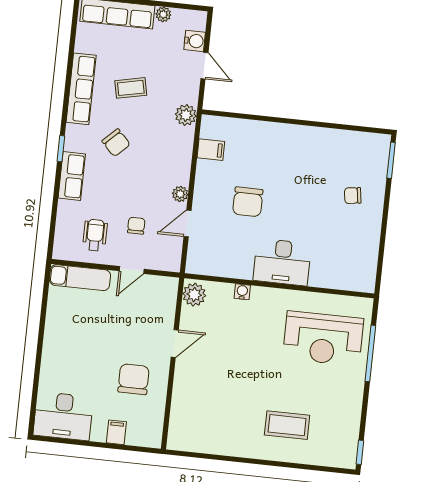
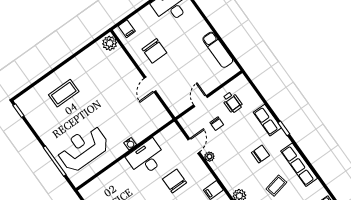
chair: (116, 143) -> (260, 154), turned 134
desk: (282, 262) -> (146, 158), moved
exam couch: (80, 278) -> (218, 50), moved, turned -90
water cooler: (242, 292) -> (130, 144), moved
plant: (194, 295) -> (110, 43), moved
filing cabinet: (116, 432) -> (127, 29), moved

